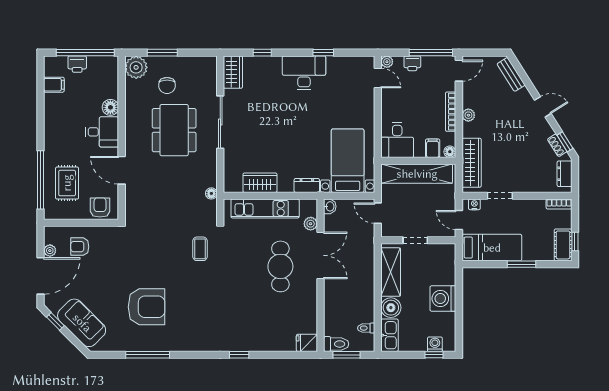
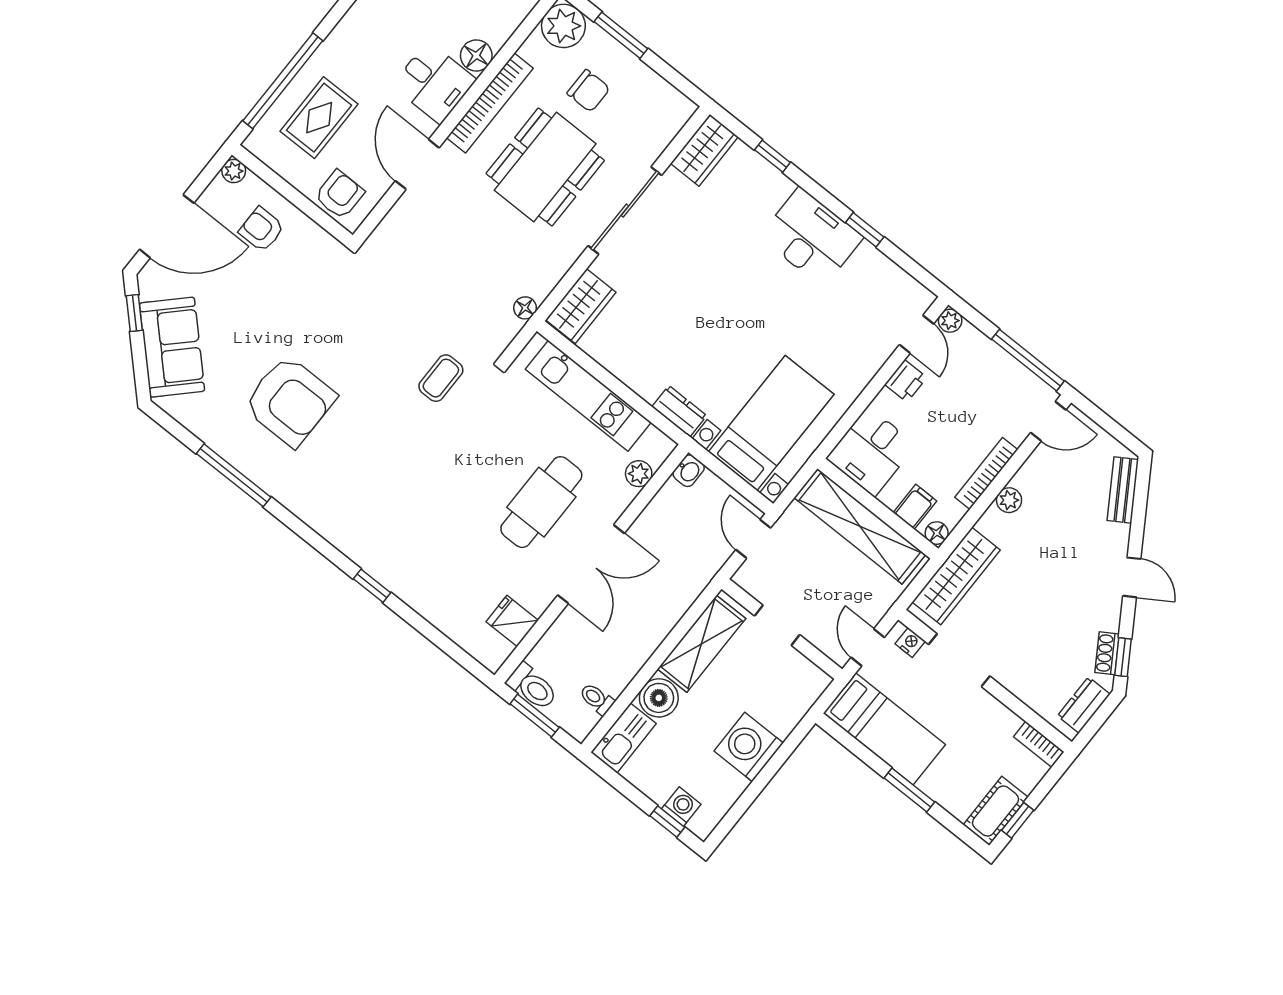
printer: (412, 63) -> (906, 381), moved, turned -90
chair: (167, 85) -> (588, 91), turned -90
bookcase: (131, 122) -> (490, 103), added
wardrobe: (260, 183) -> (581, 306), moved, turned 90
doorway: (500, 196) -> (959, 660), width x1.38
plant: (50, 251) -> (234, 171), moved
double door: (320, 255) -> (591, 564), moved
fridge: (307, 343) -> (512, 621), moved

